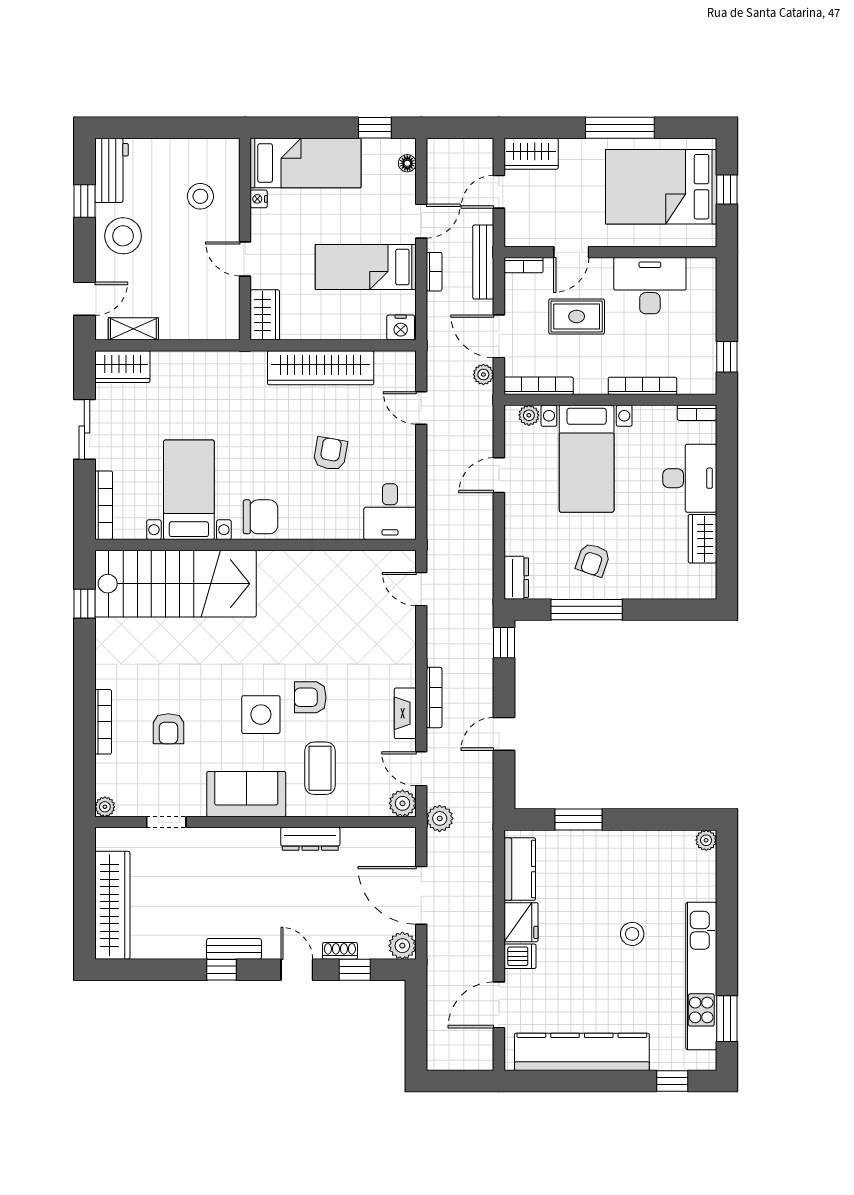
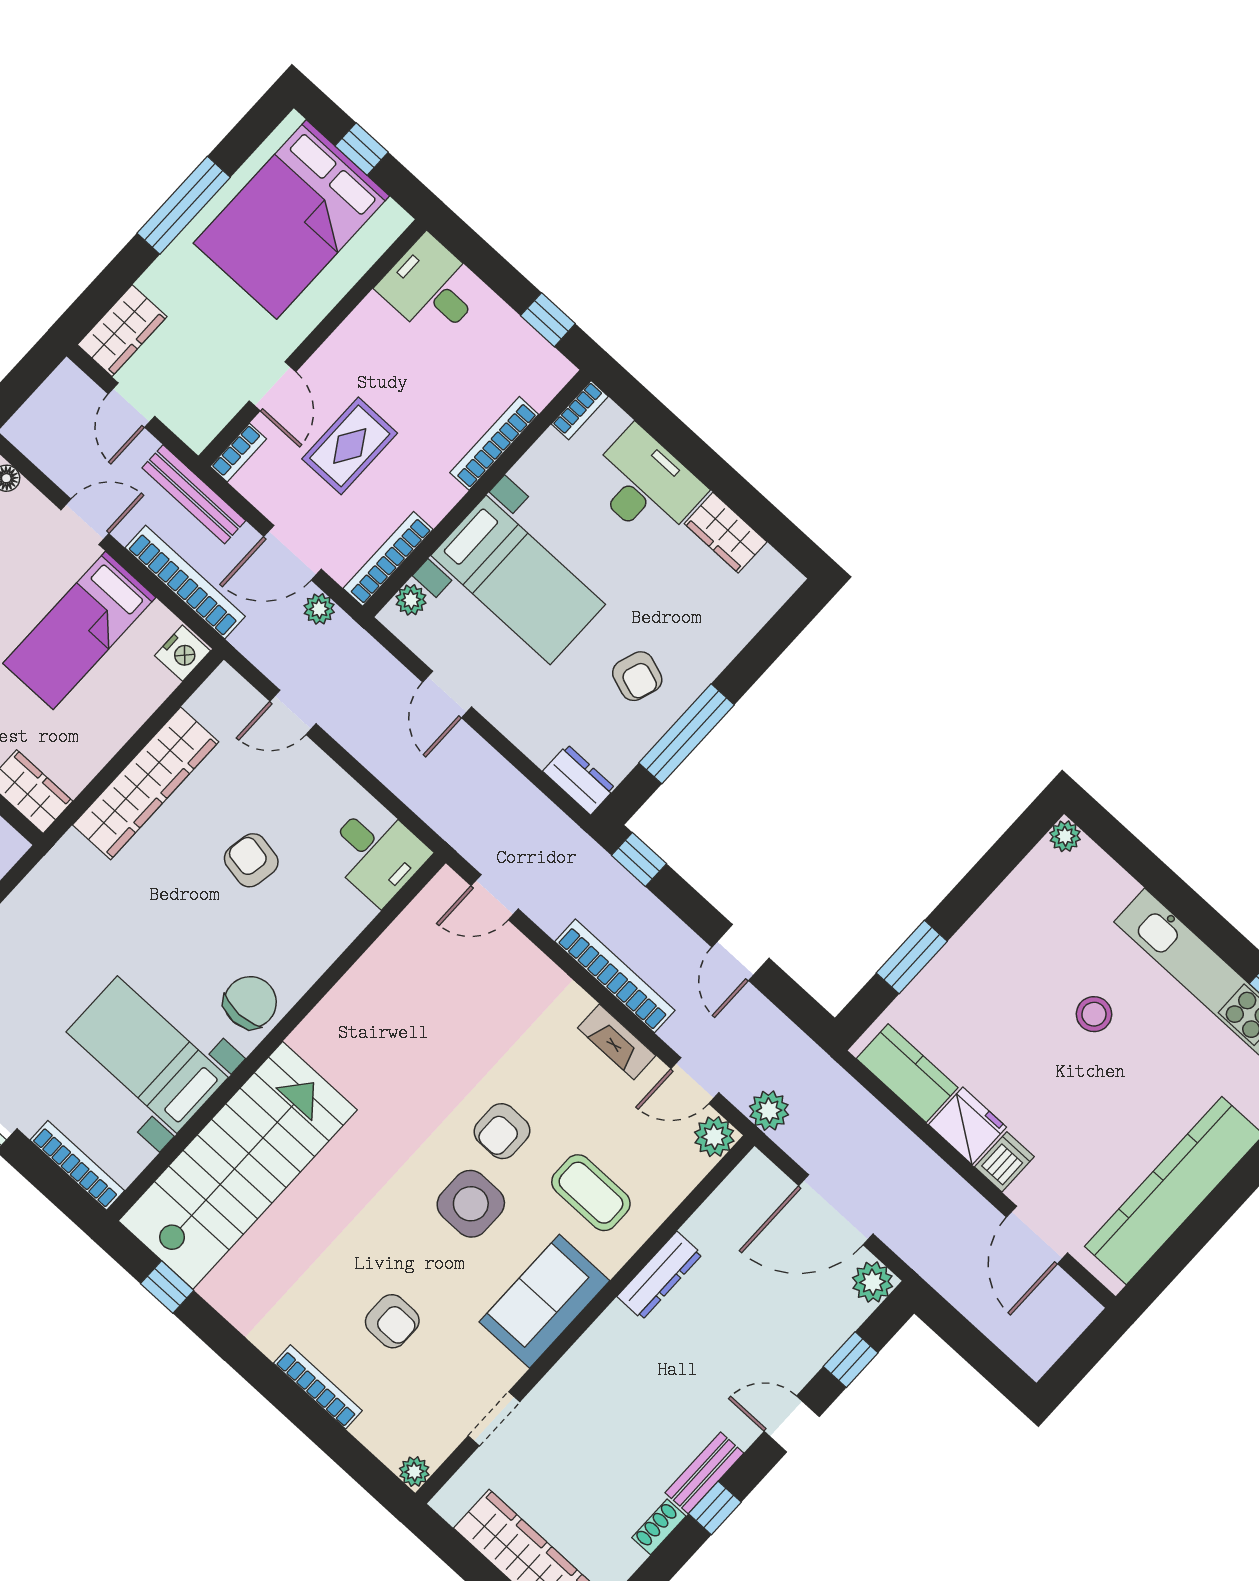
door: (421, 221) -> (85, 522), hinge flipped
bookcase: (434, 272) -> (185, 582), width x2.31, depth x1.31
desk: (650, 286) -> (431, 288), moved, width x0.73
bookcase: (434, 697) -> (615, 976), width x1.48, depth x1.31
shoe rack: (340, 951) -> (659, 1527), moved

